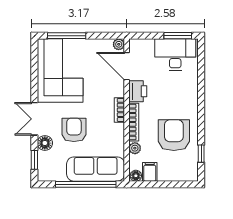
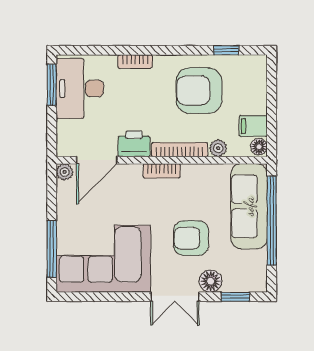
bookcase: (193, 92) -> (135, 62), added

